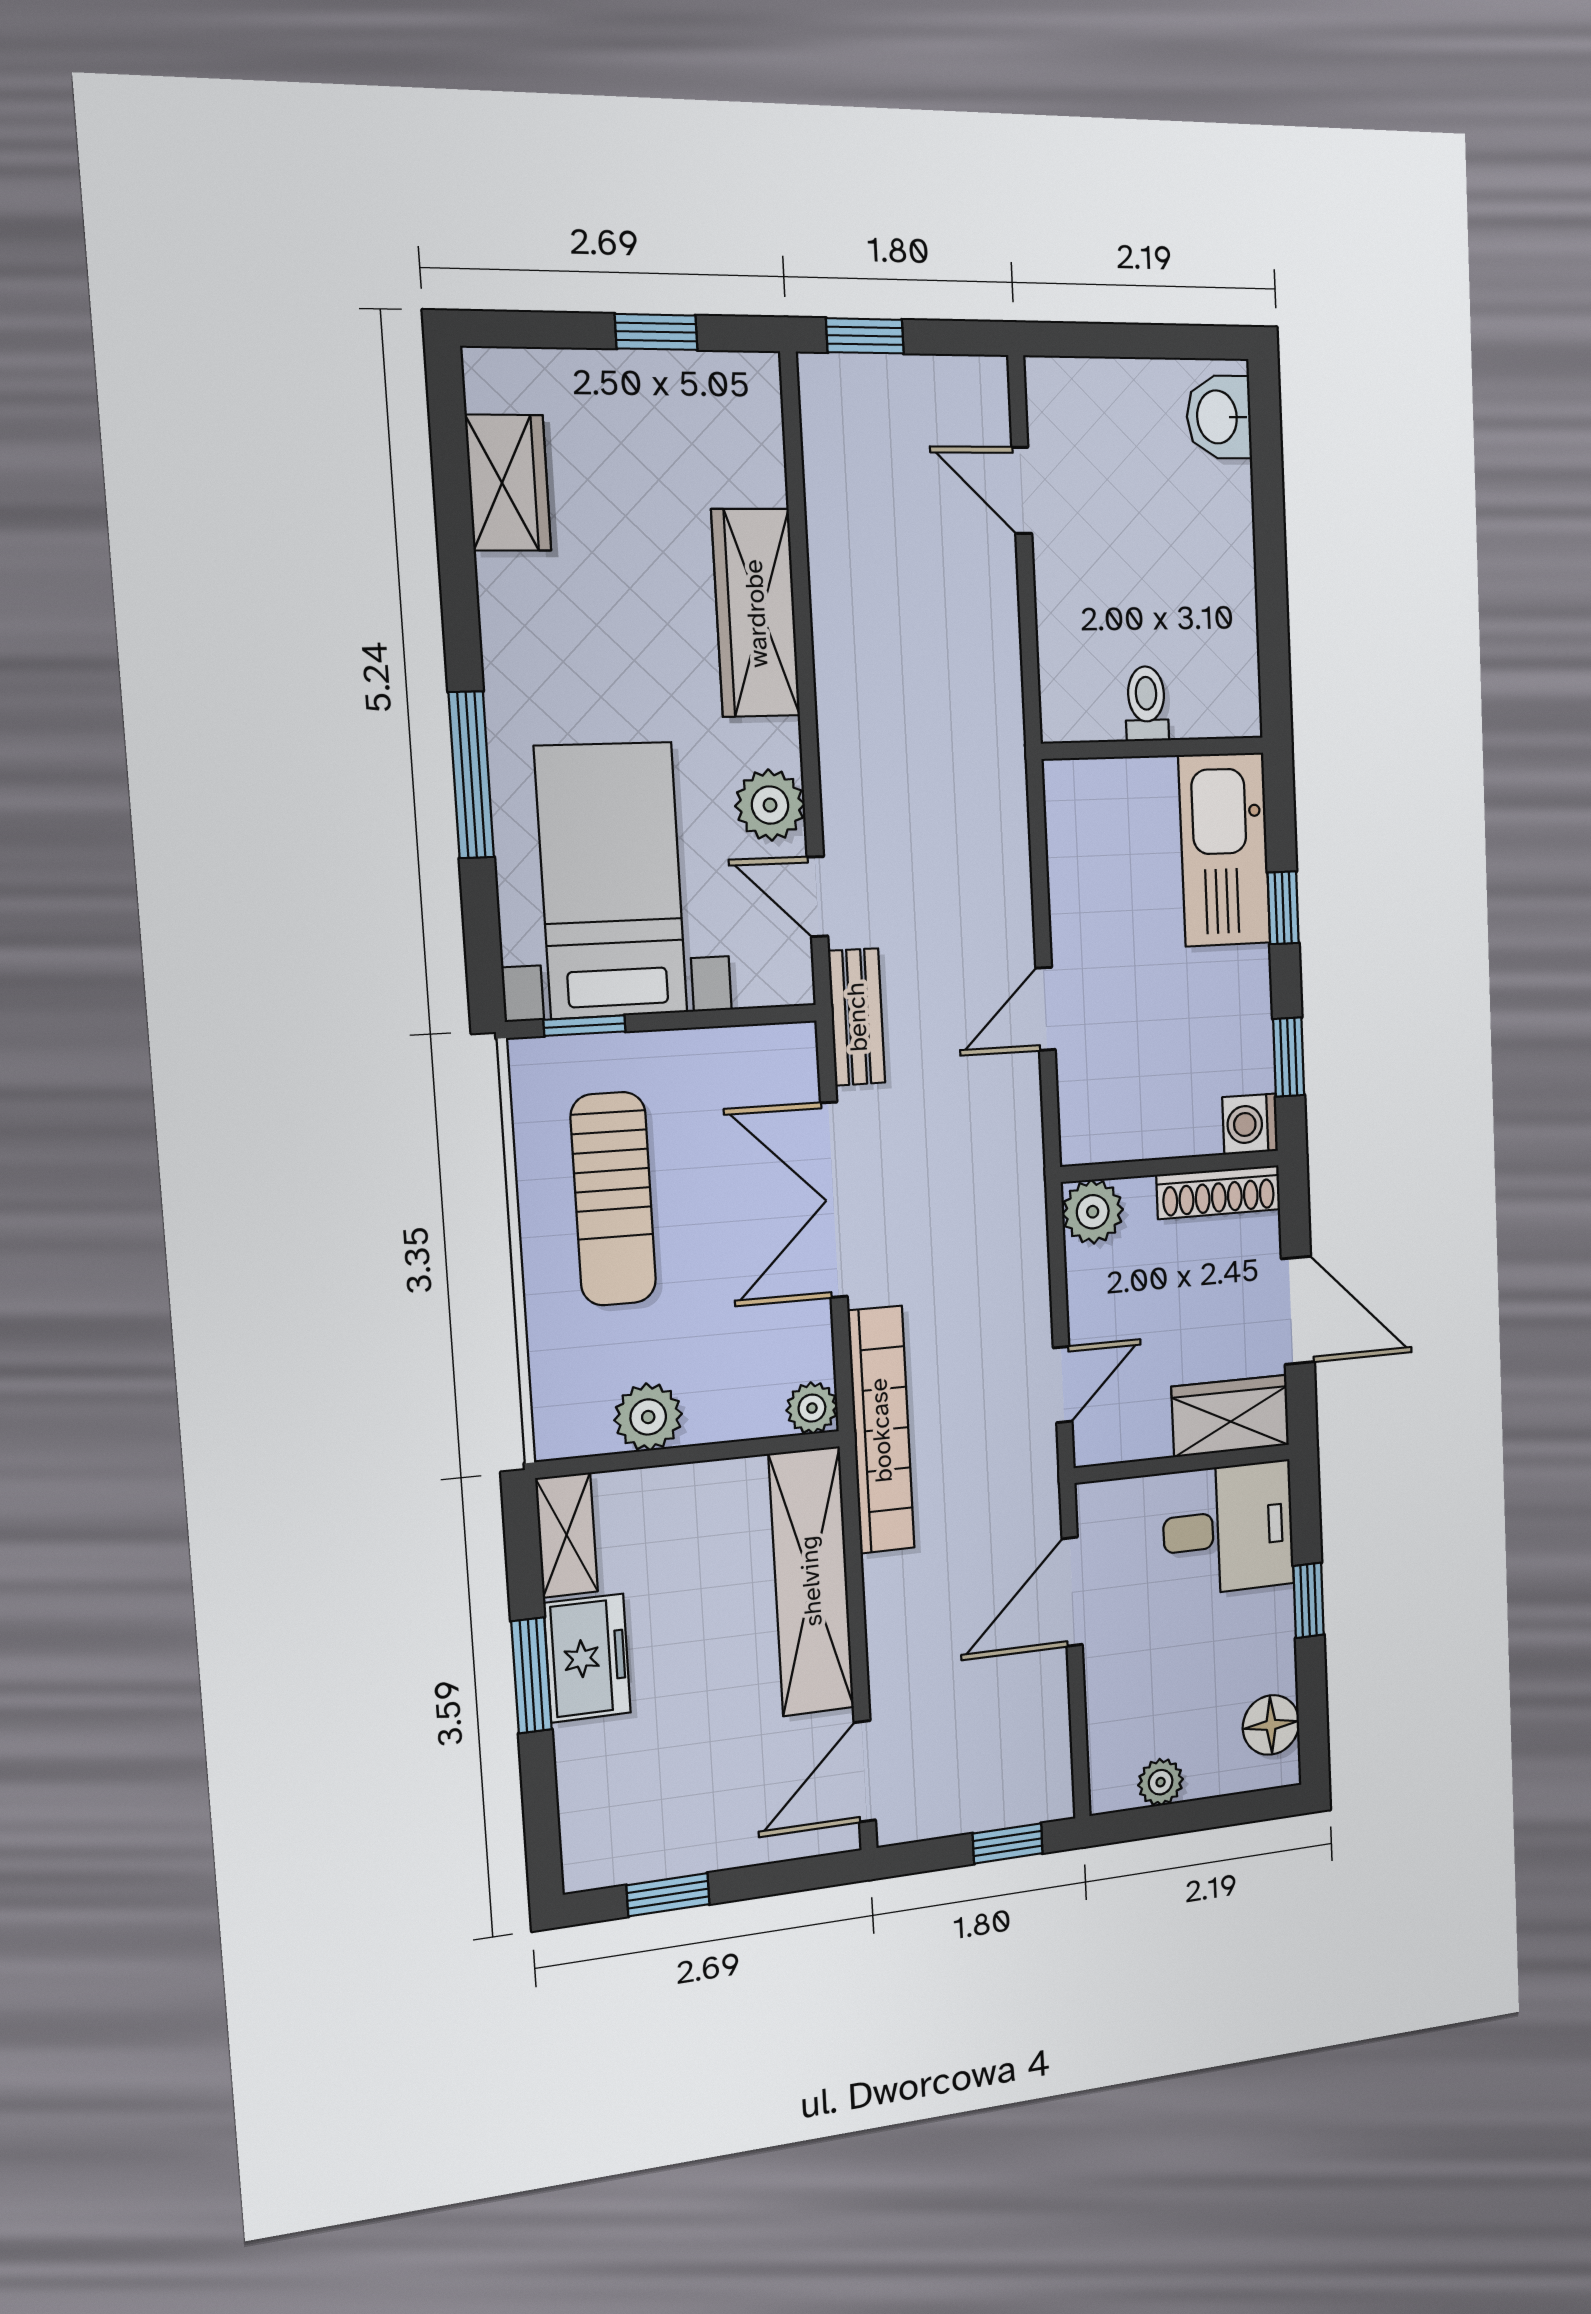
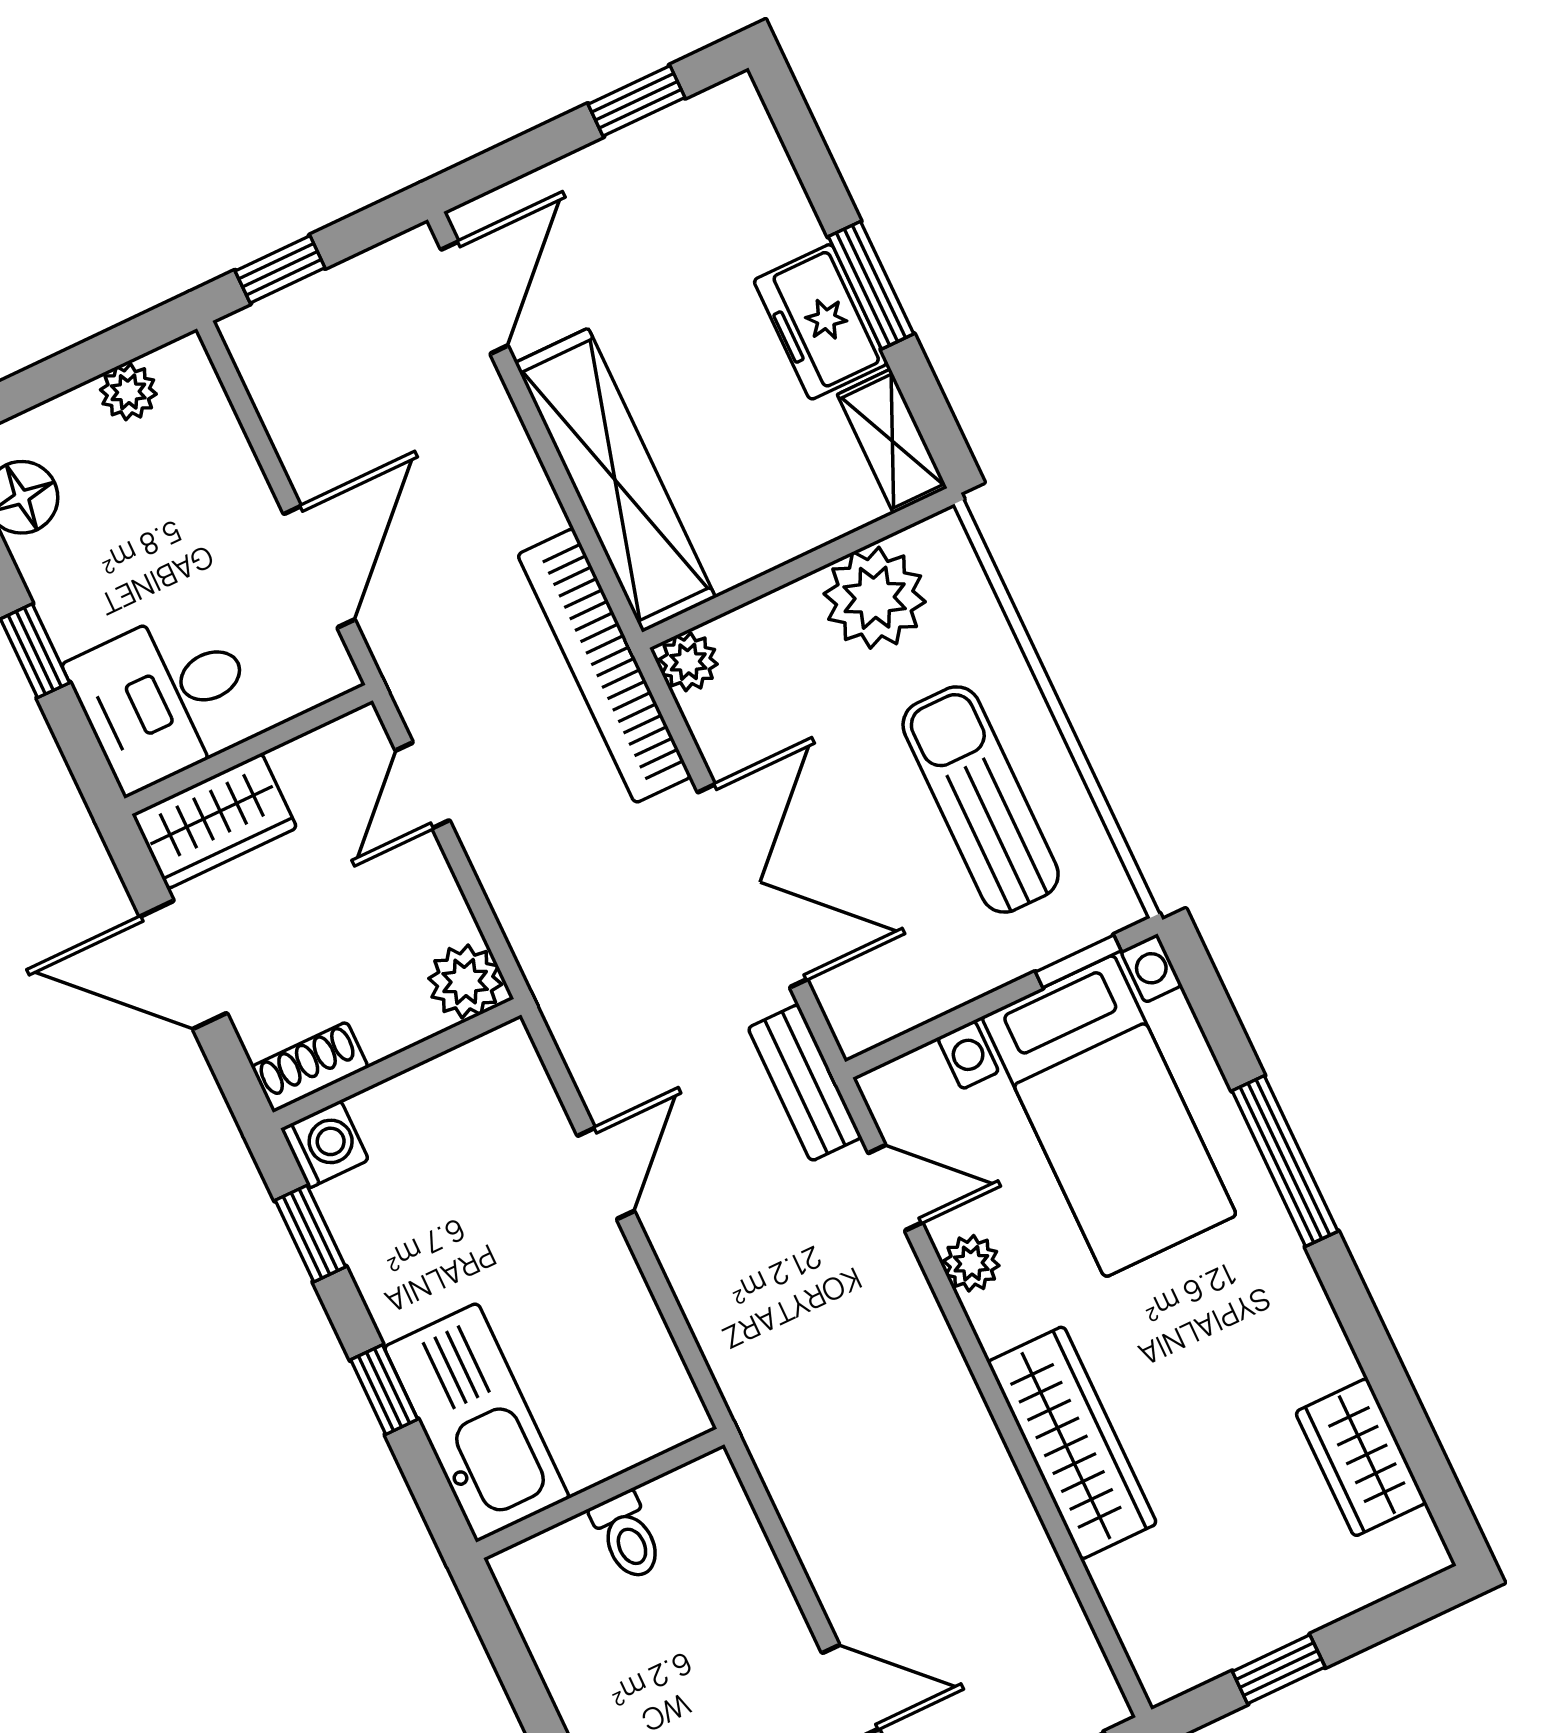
plant: (770, 805) -> (971, 1263), width x0.73, depth x0.73
shoe rack: (1219, 1192) -> (310, 1067), width x0.70
plant: (648, 1417) -> (875, 598), width x1.36, depth x1.36

